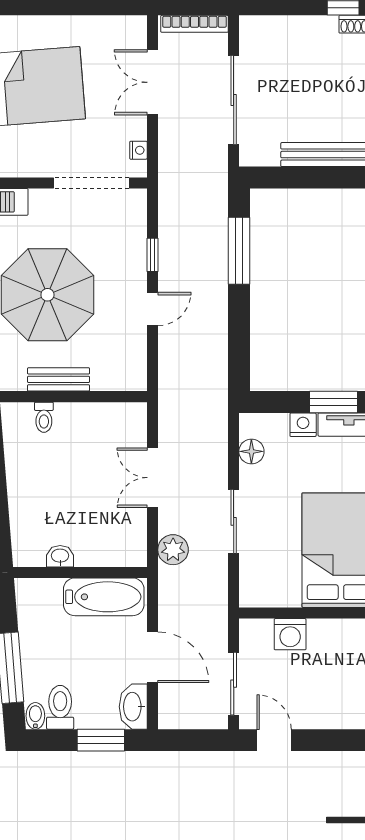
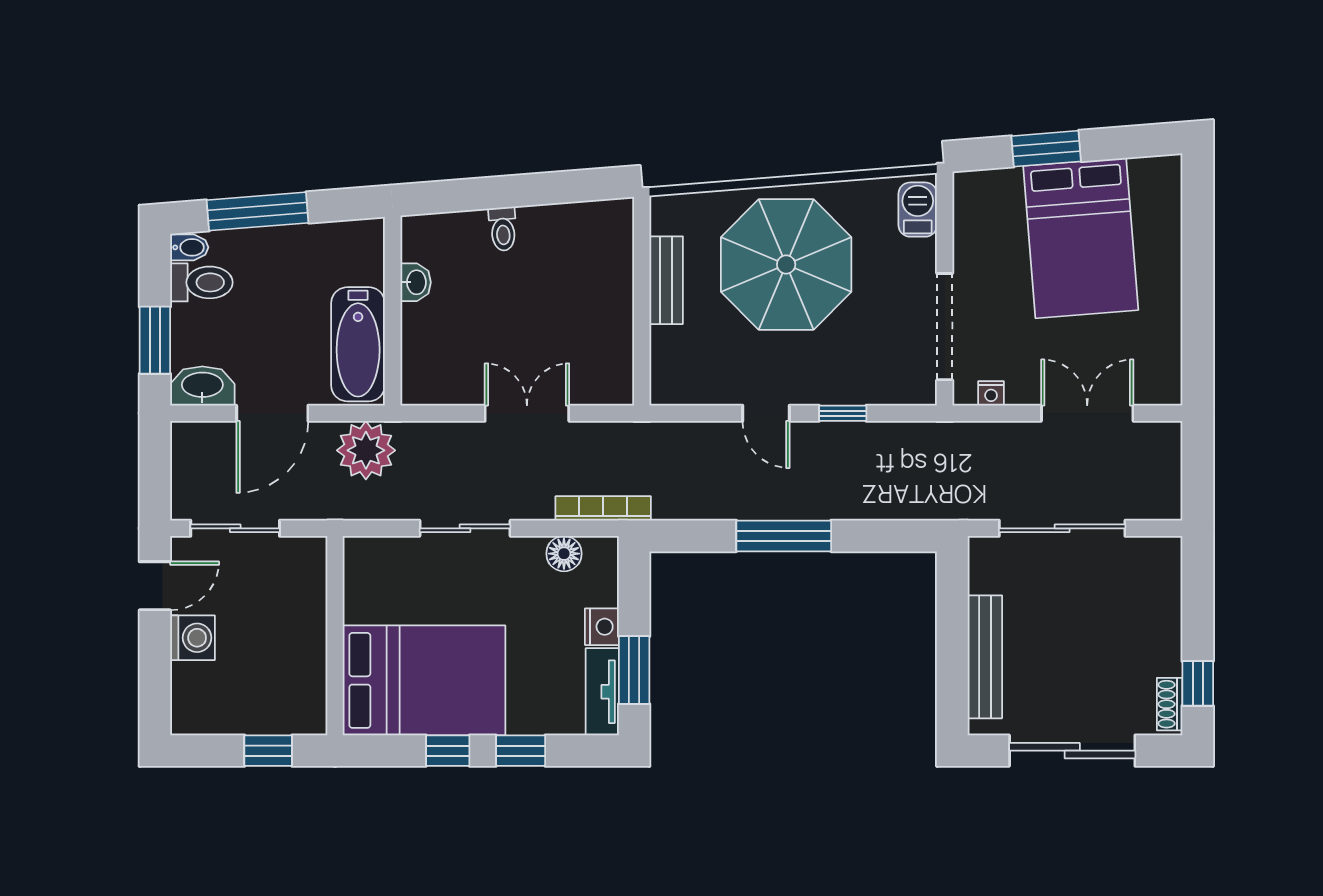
bookcase: (195, 24) -> (603, 508), moved, turned 90
window: (239, 251) -> (784, 536), moved
toilet: (44, 417) -> (503, 229), moved, turned -95
plant: (173, 550) -> (366, 450), moved, width x1.36, depth x1.36
washing machine: (290, 634) -> (193, 638), moved, turned 180

